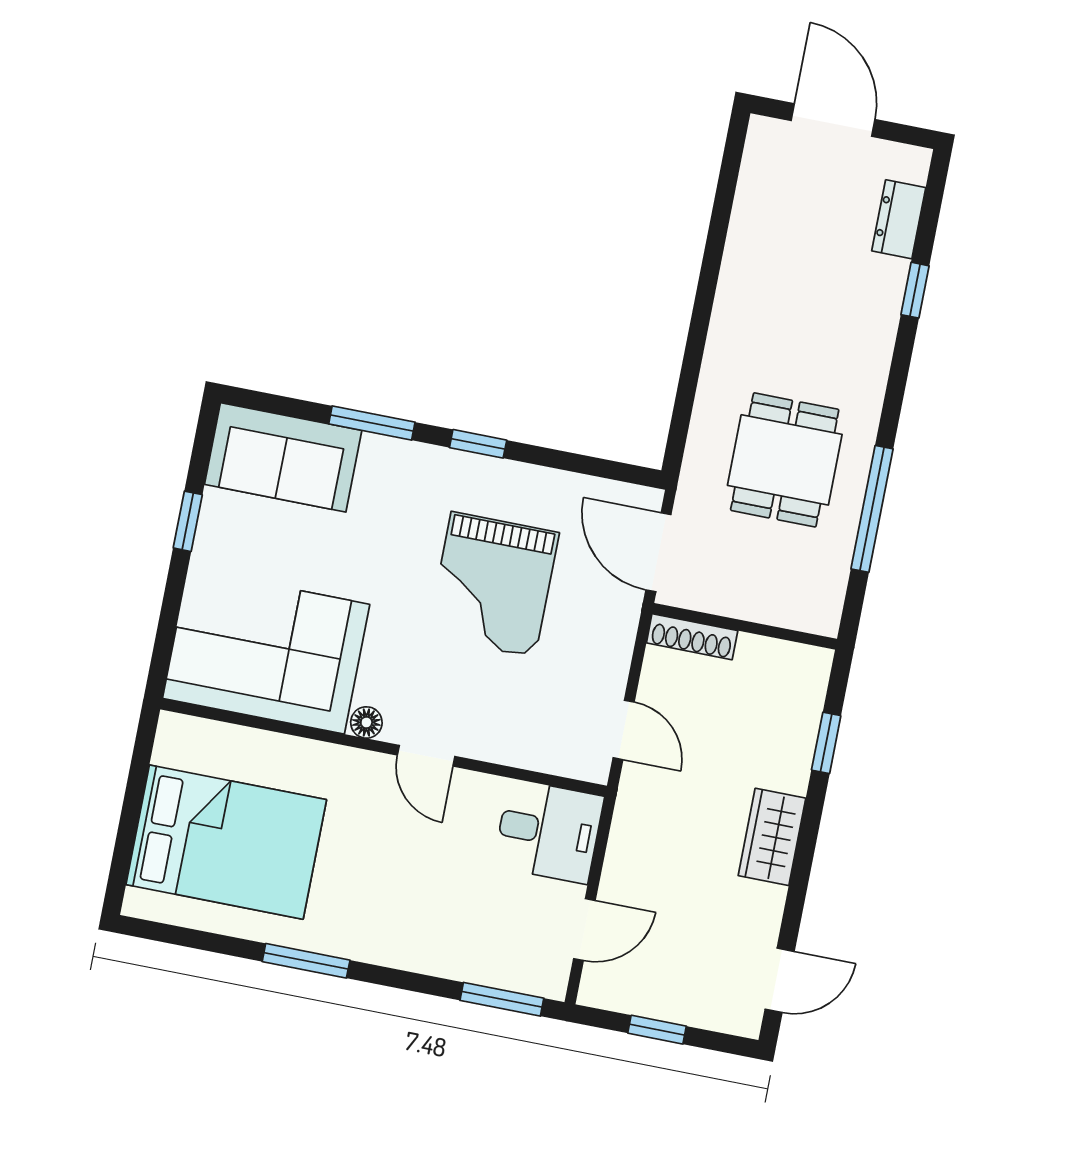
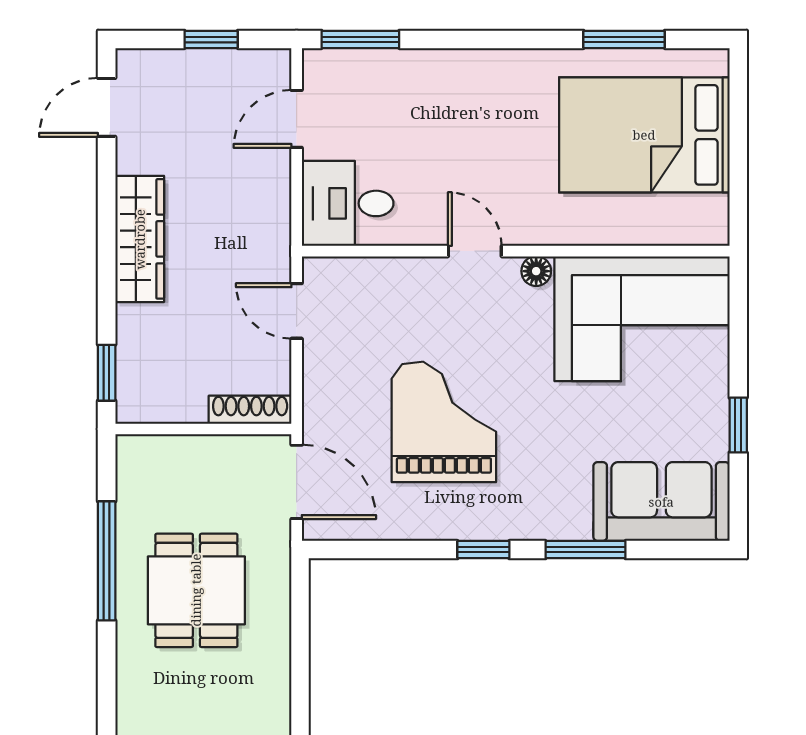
window: (826, 743) -> (107, 373), moved
wardrobe: (772, 837) -> (140, 239), width x1.50
window: (306, 961) -> (624, 39), moved

